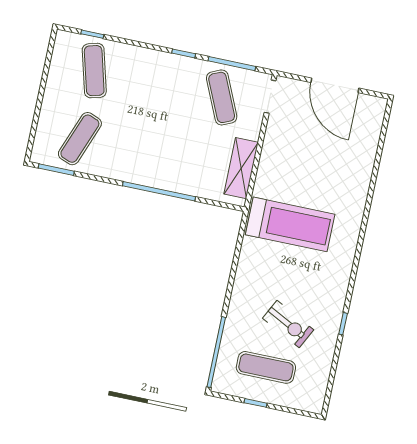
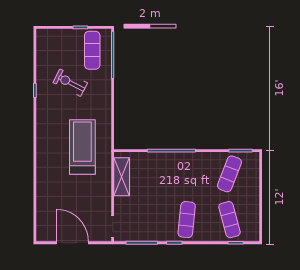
exercise mat: (222, 97) -> (187, 220), moved, turned 30
treadmill: (290, 224) -> (82, 147), turned 90
exercise mat: (266, 367) -> (92, 50), moved, turned 90

